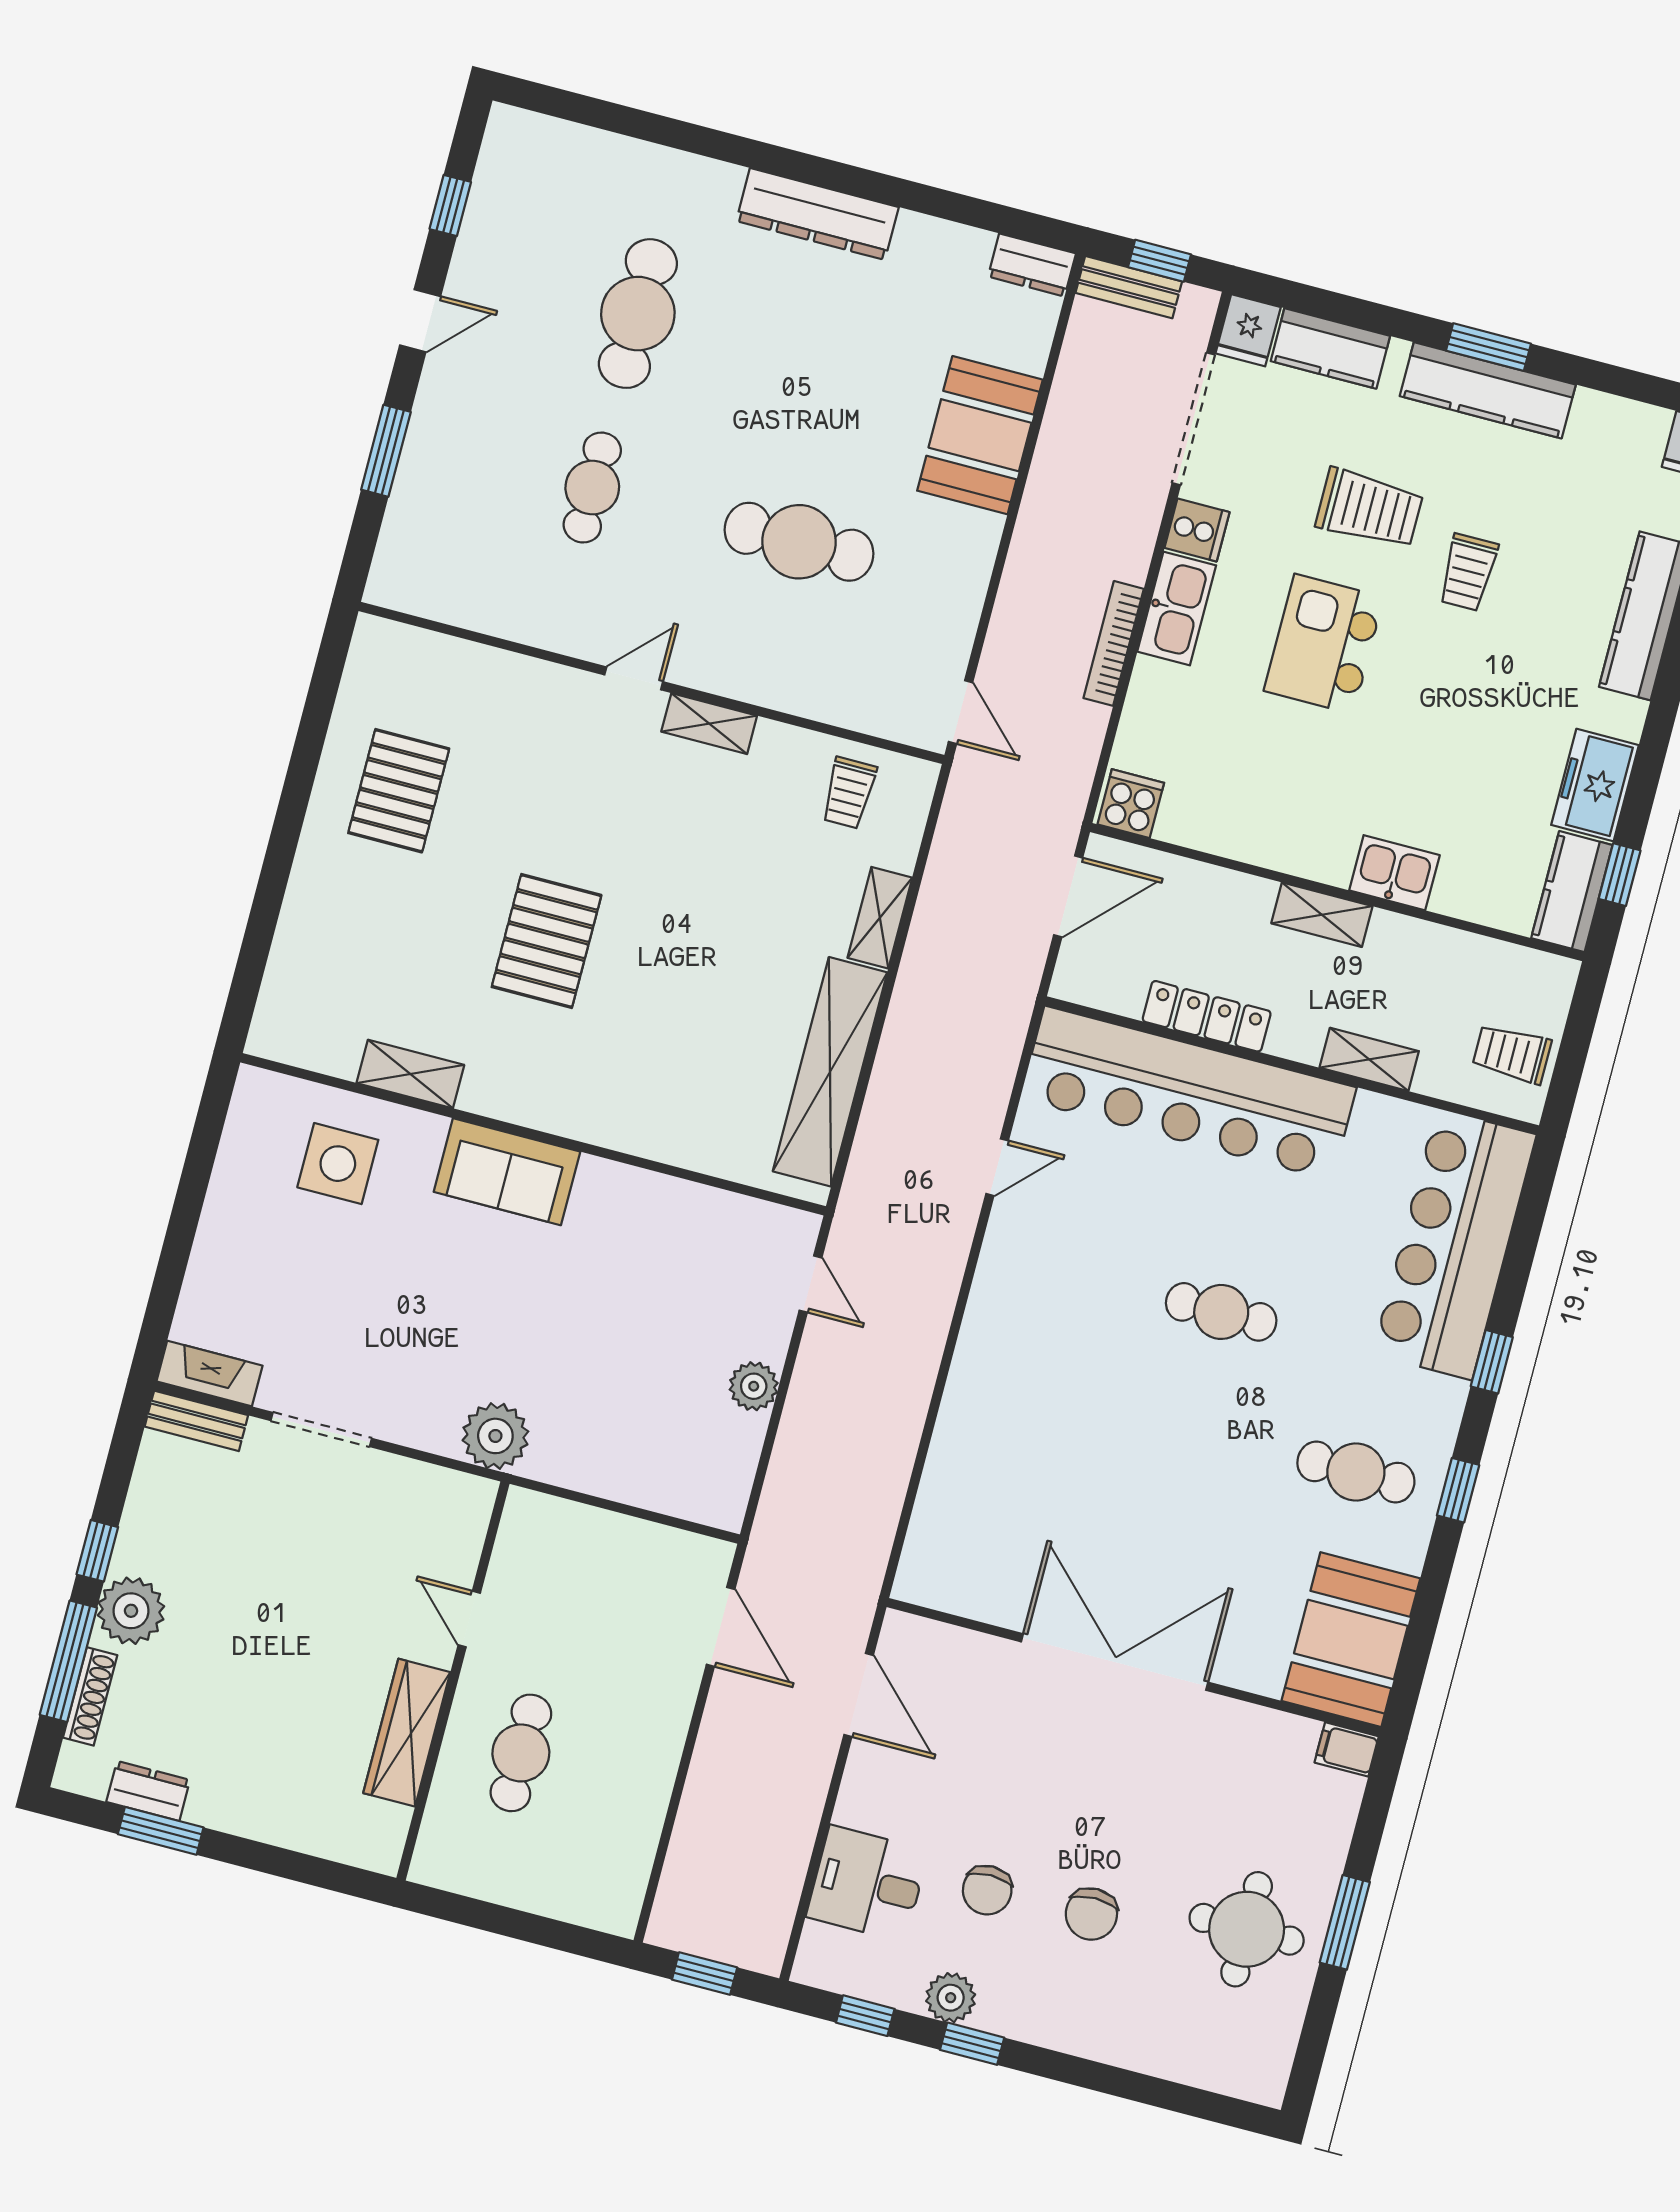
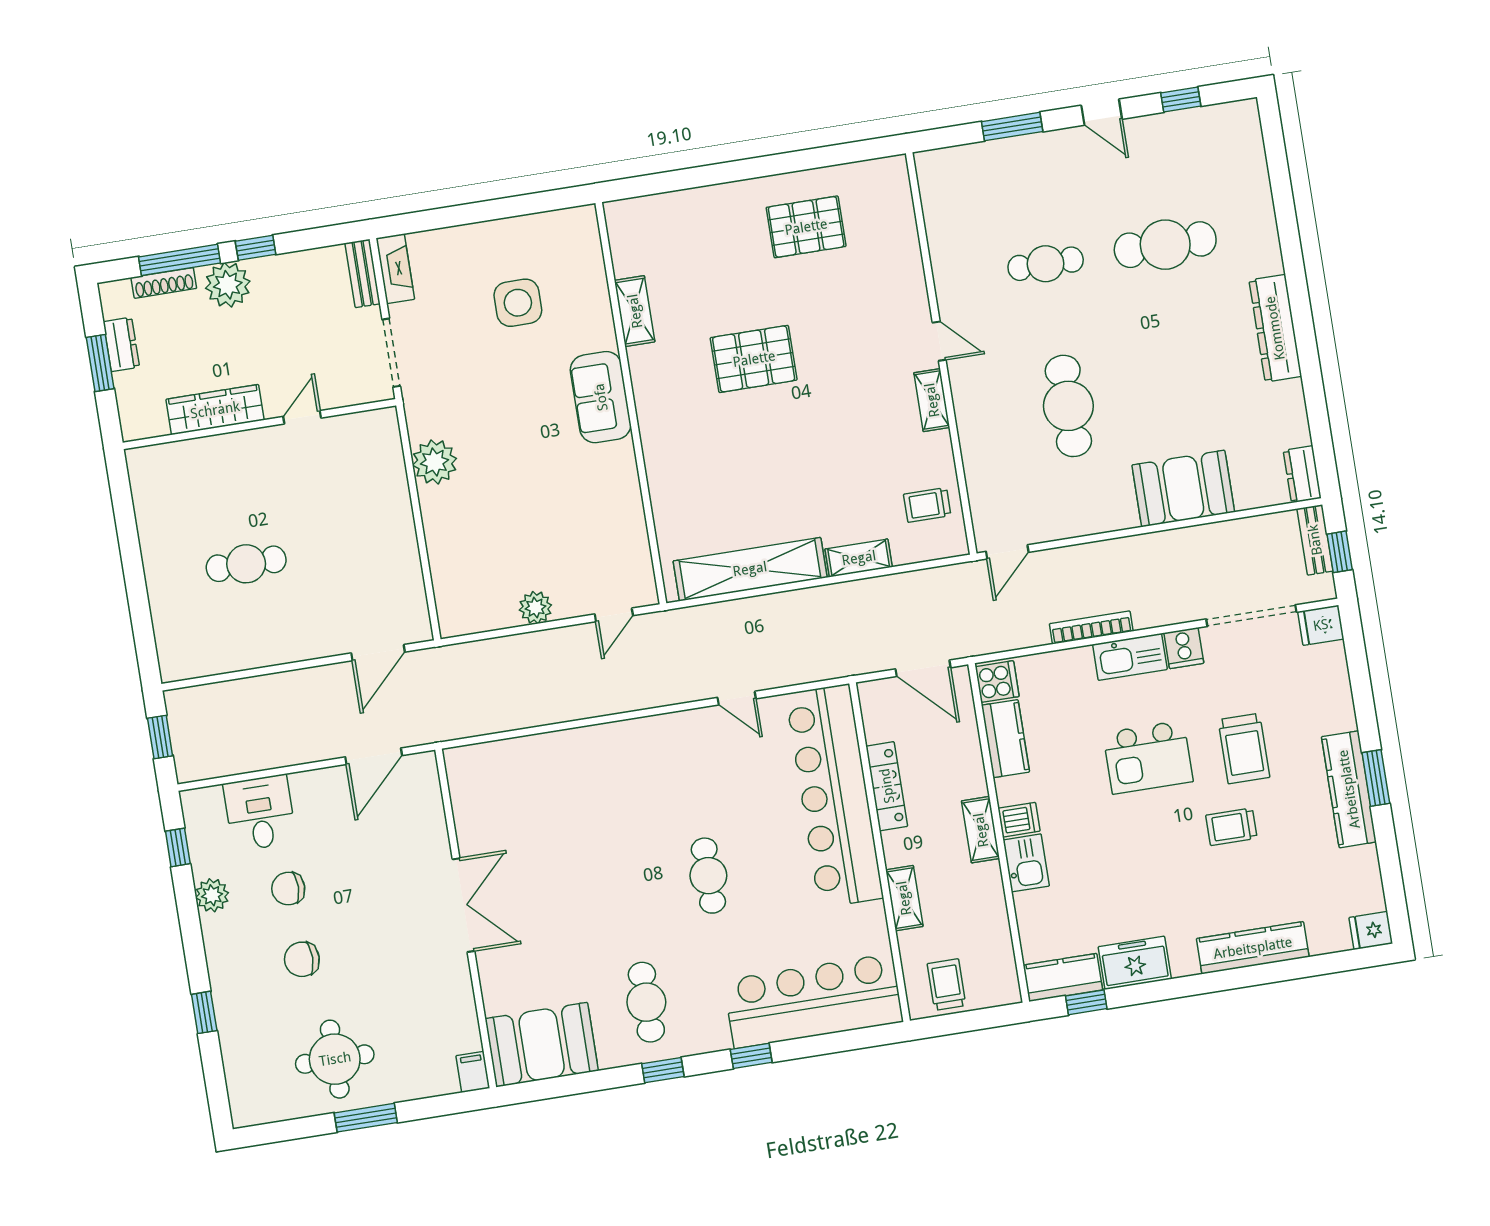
kitchen counter: (1330, 348) -> (1005, 739), moved, turned 180
kitchen island: (1324, 644) -> (1148, 757), turned 180
dishwasher: (1331, 857) -> (1019, 820), added
side table: (338, 1164) -> (518, 303), moved
door: (469, 1619) -> (302, 417), moved
double door: (1115, 1662) -> (464, 905), width x0.73
wall: (453, 1681) -> (259, 424), moved
wardrobe: (407, 1733) -> (215, 410), moved
window: (972, 2044) -> (204, 1012), moved

